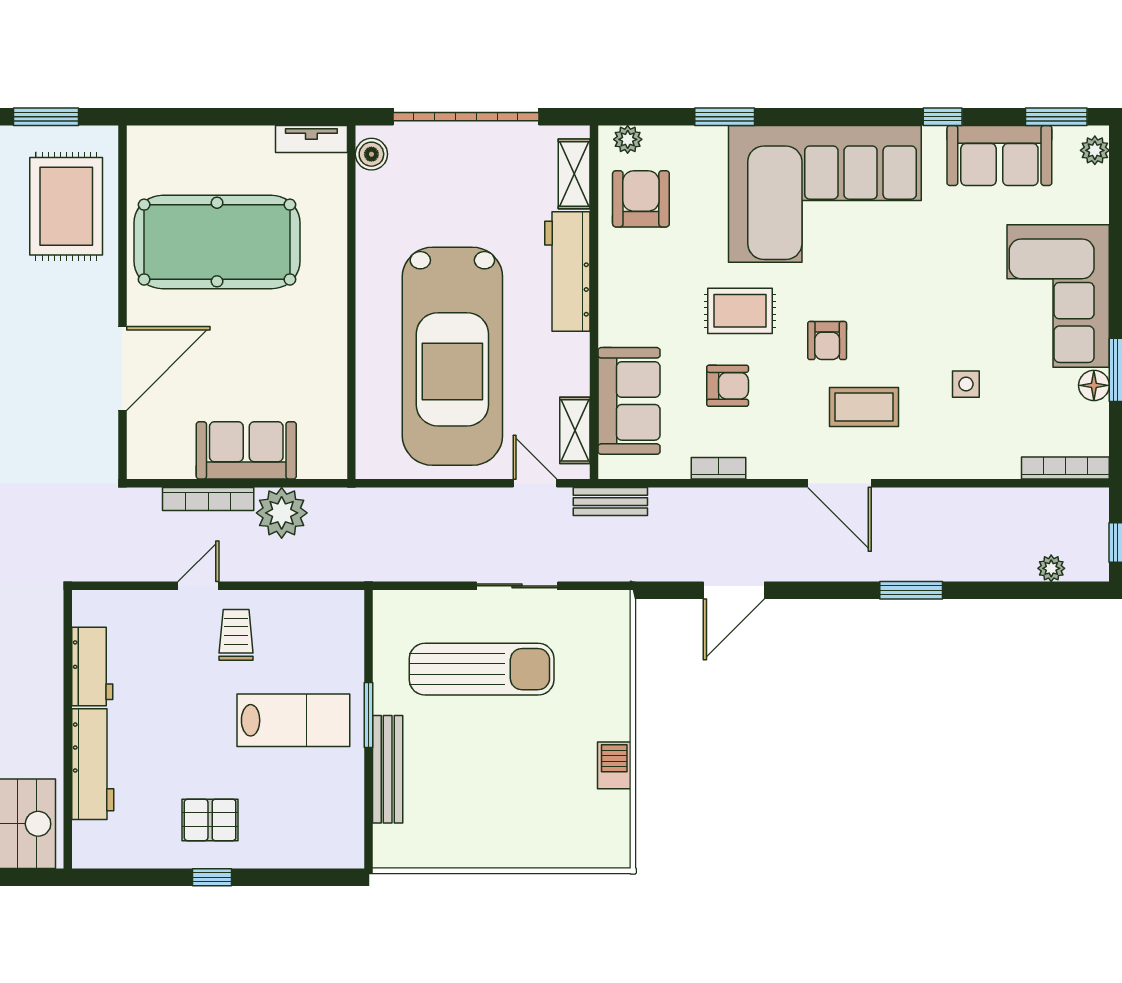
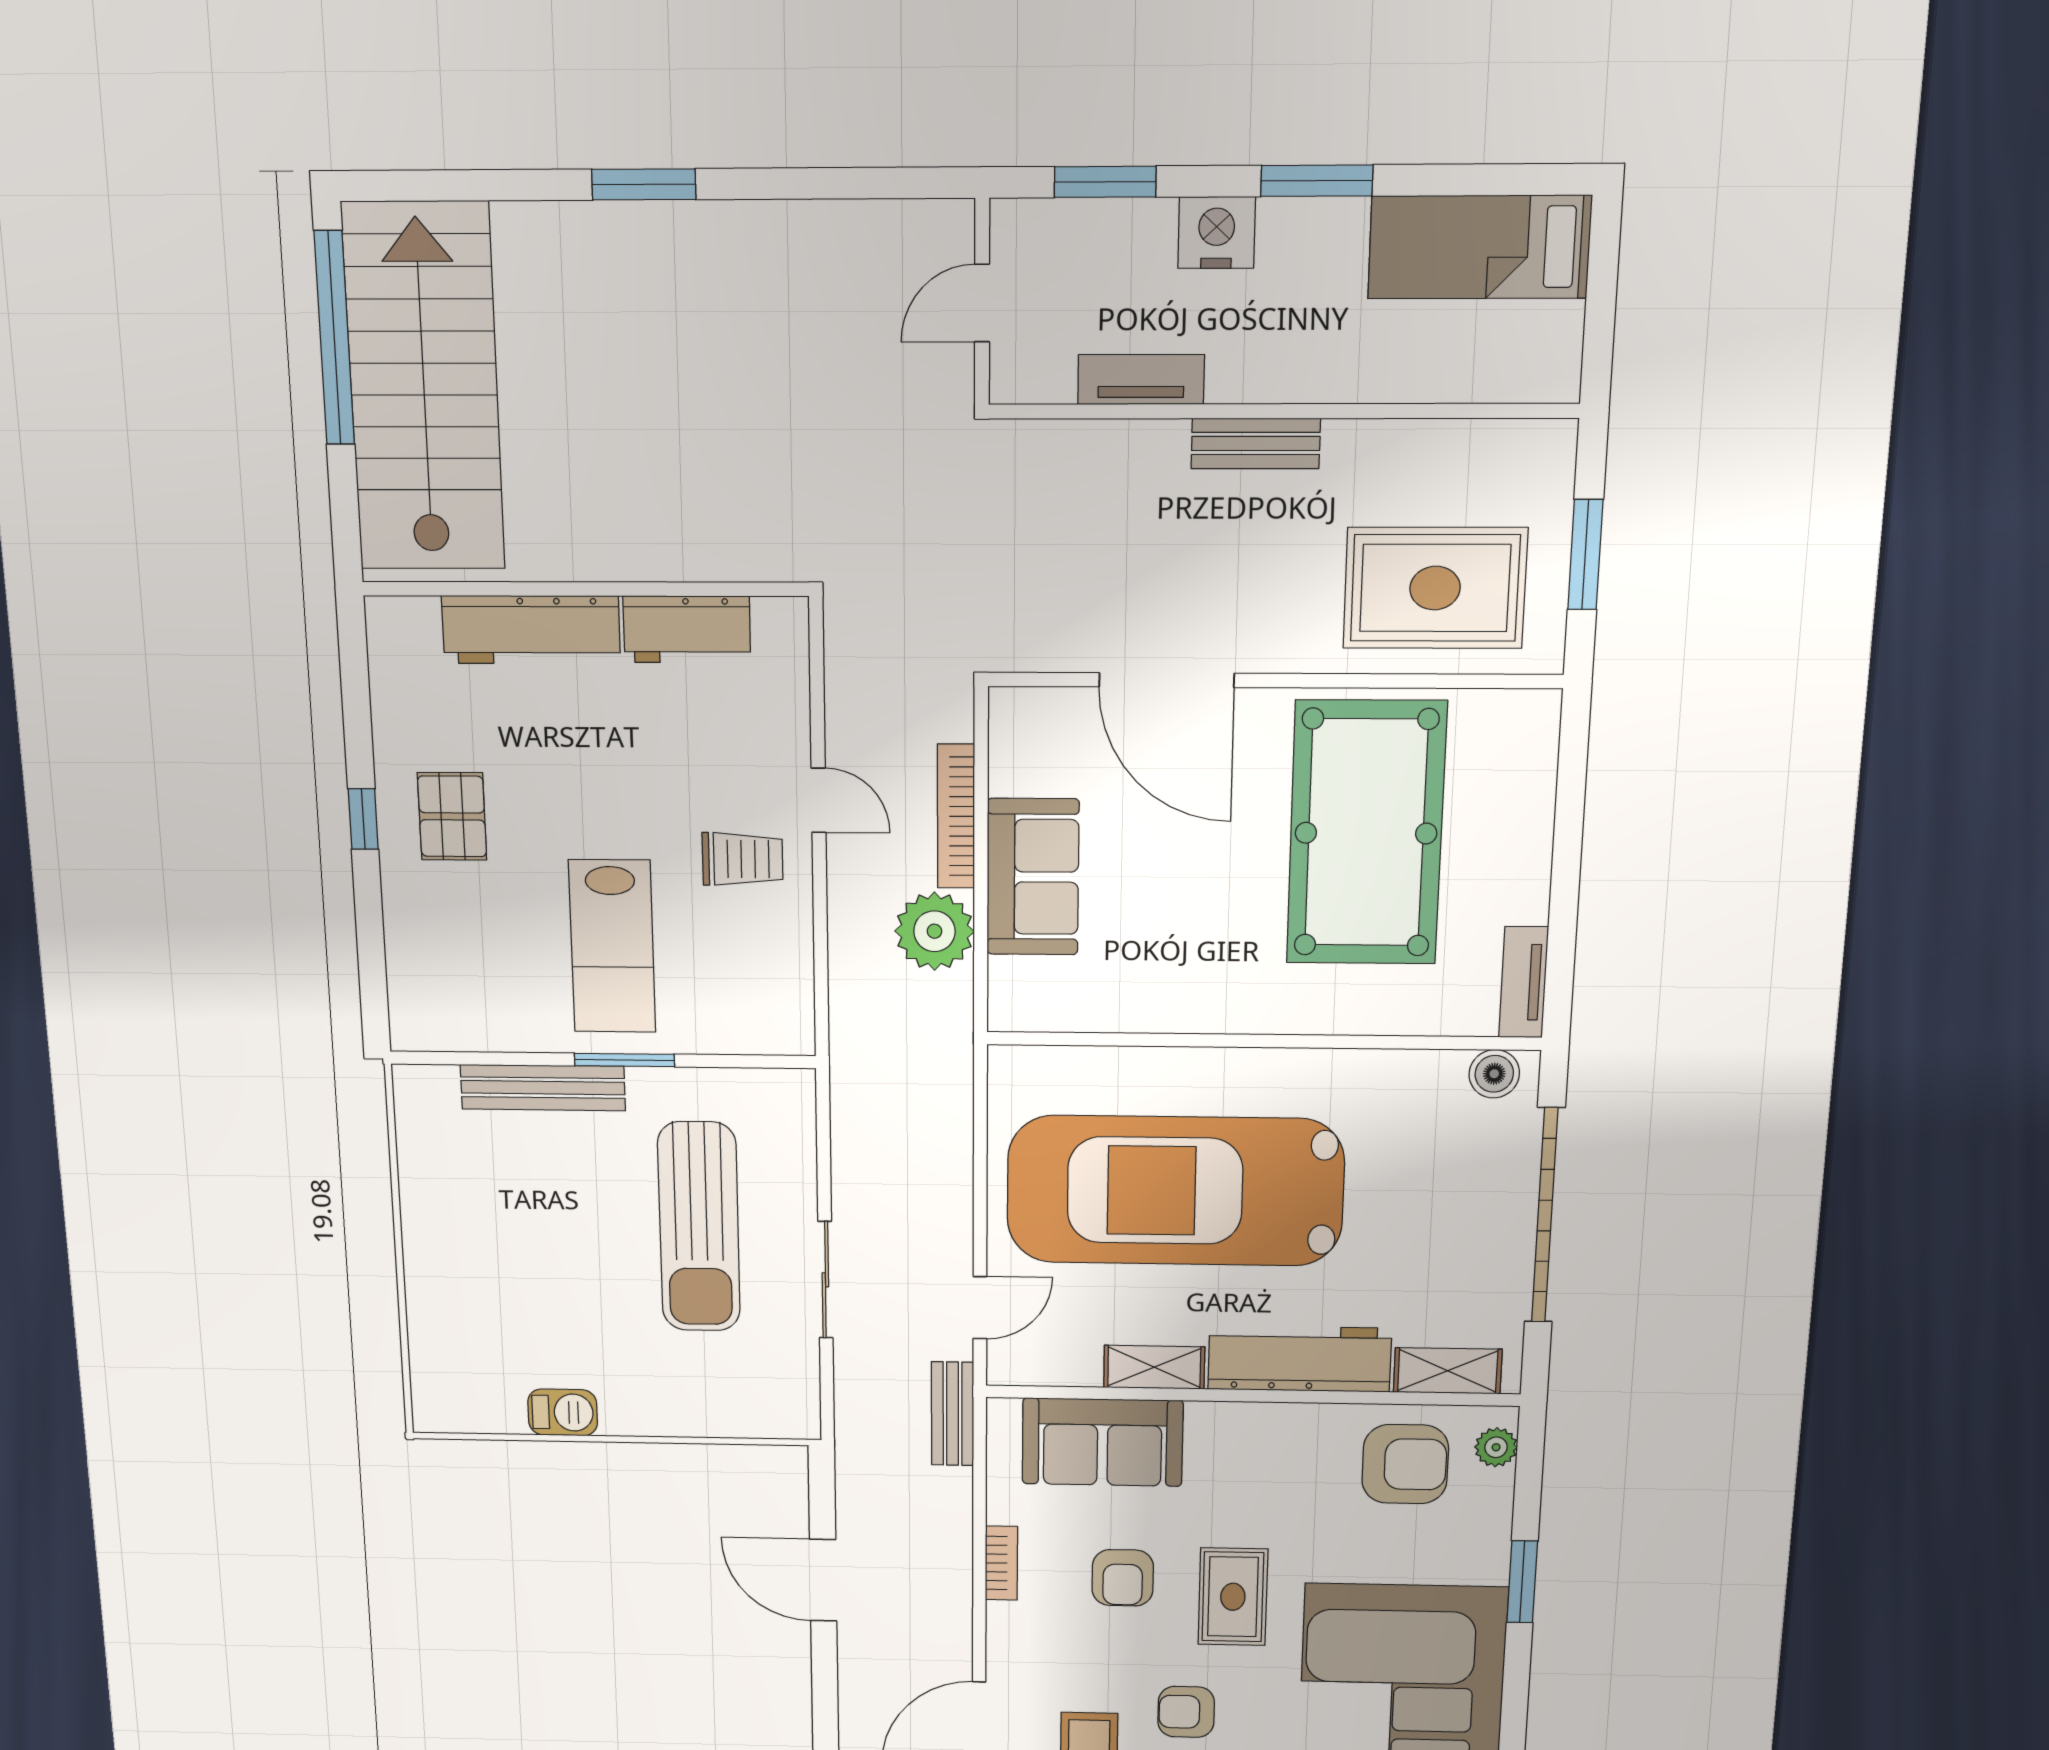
shelving: (575, 430) -> (1154, 1367), moved

